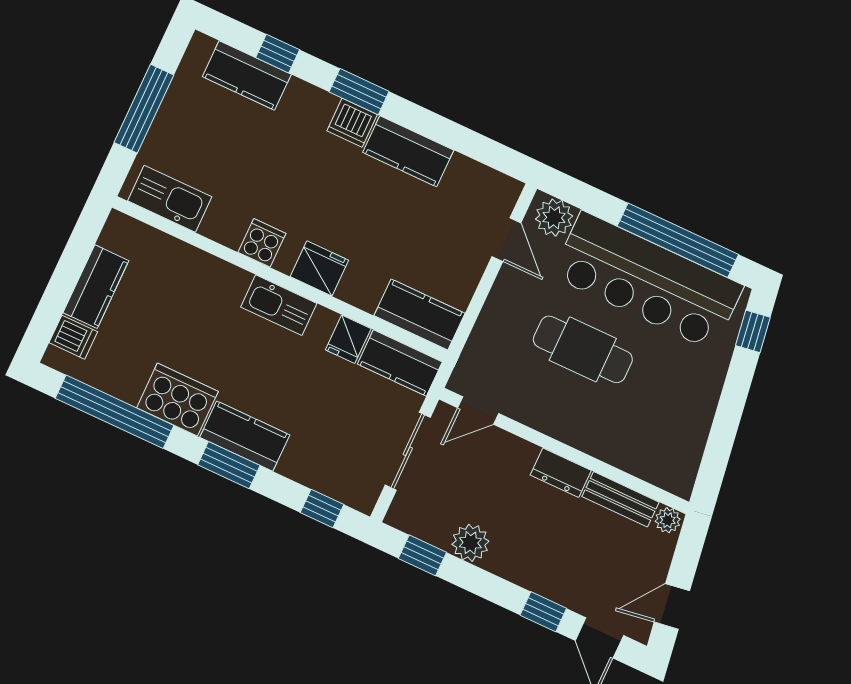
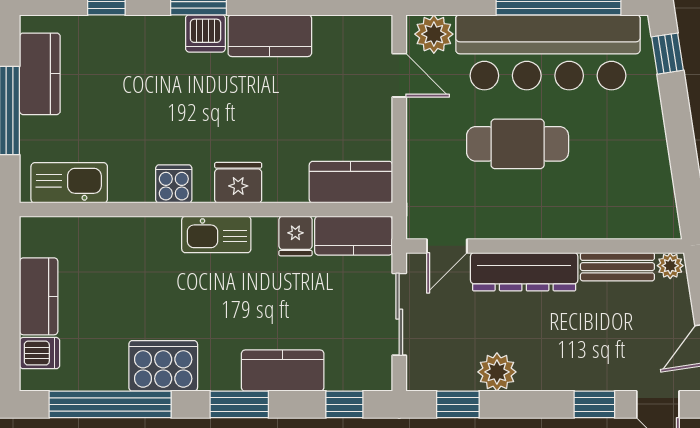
kitchen counter: (247, 75) -> (40, 74), moved, turned -90
kitchen counter: (245, 436) -> (283, 371), moved
dresser: (561, 473) -> (524, 272), width x1.96, depth x1.24

